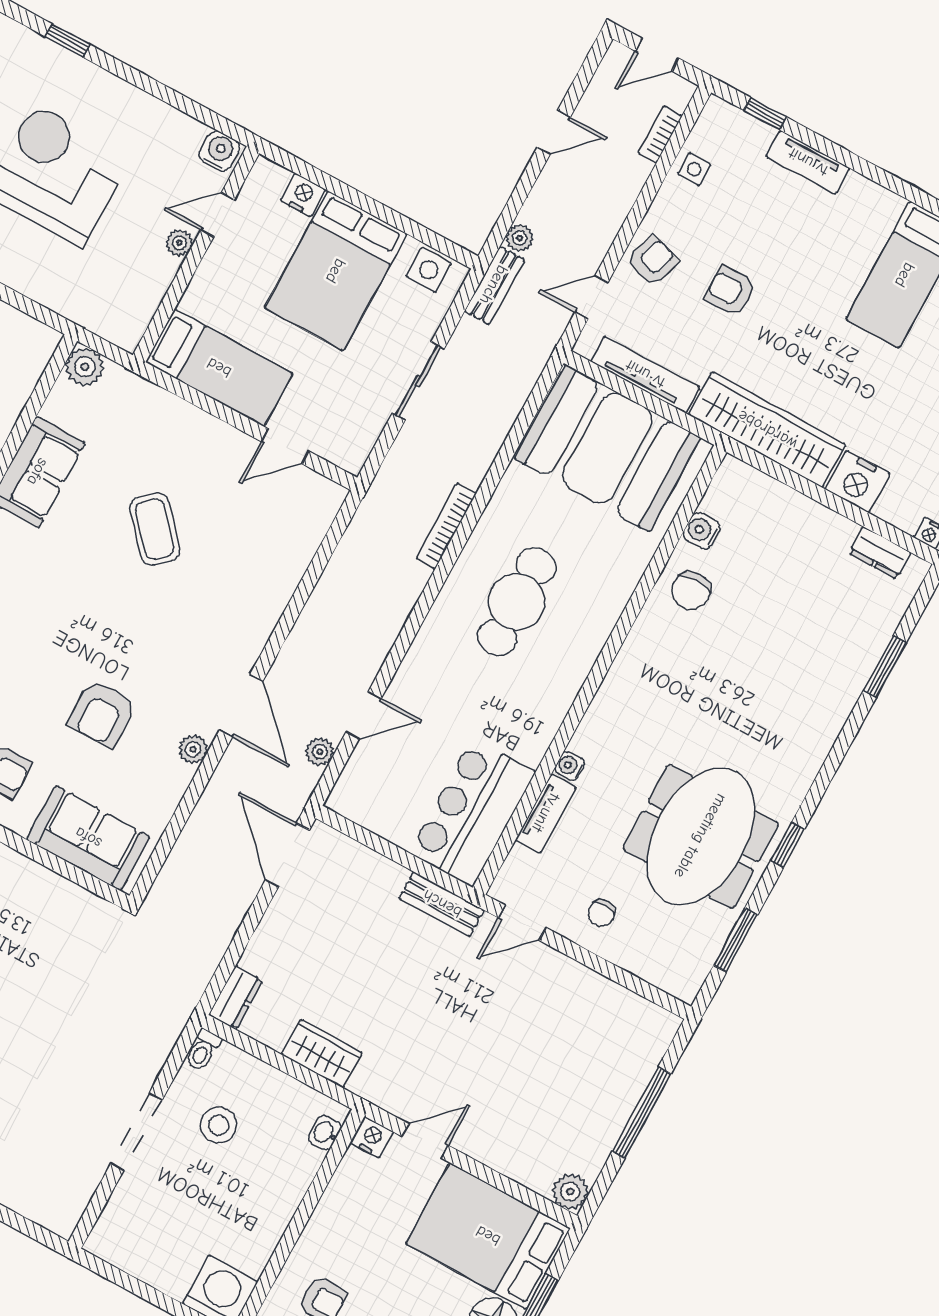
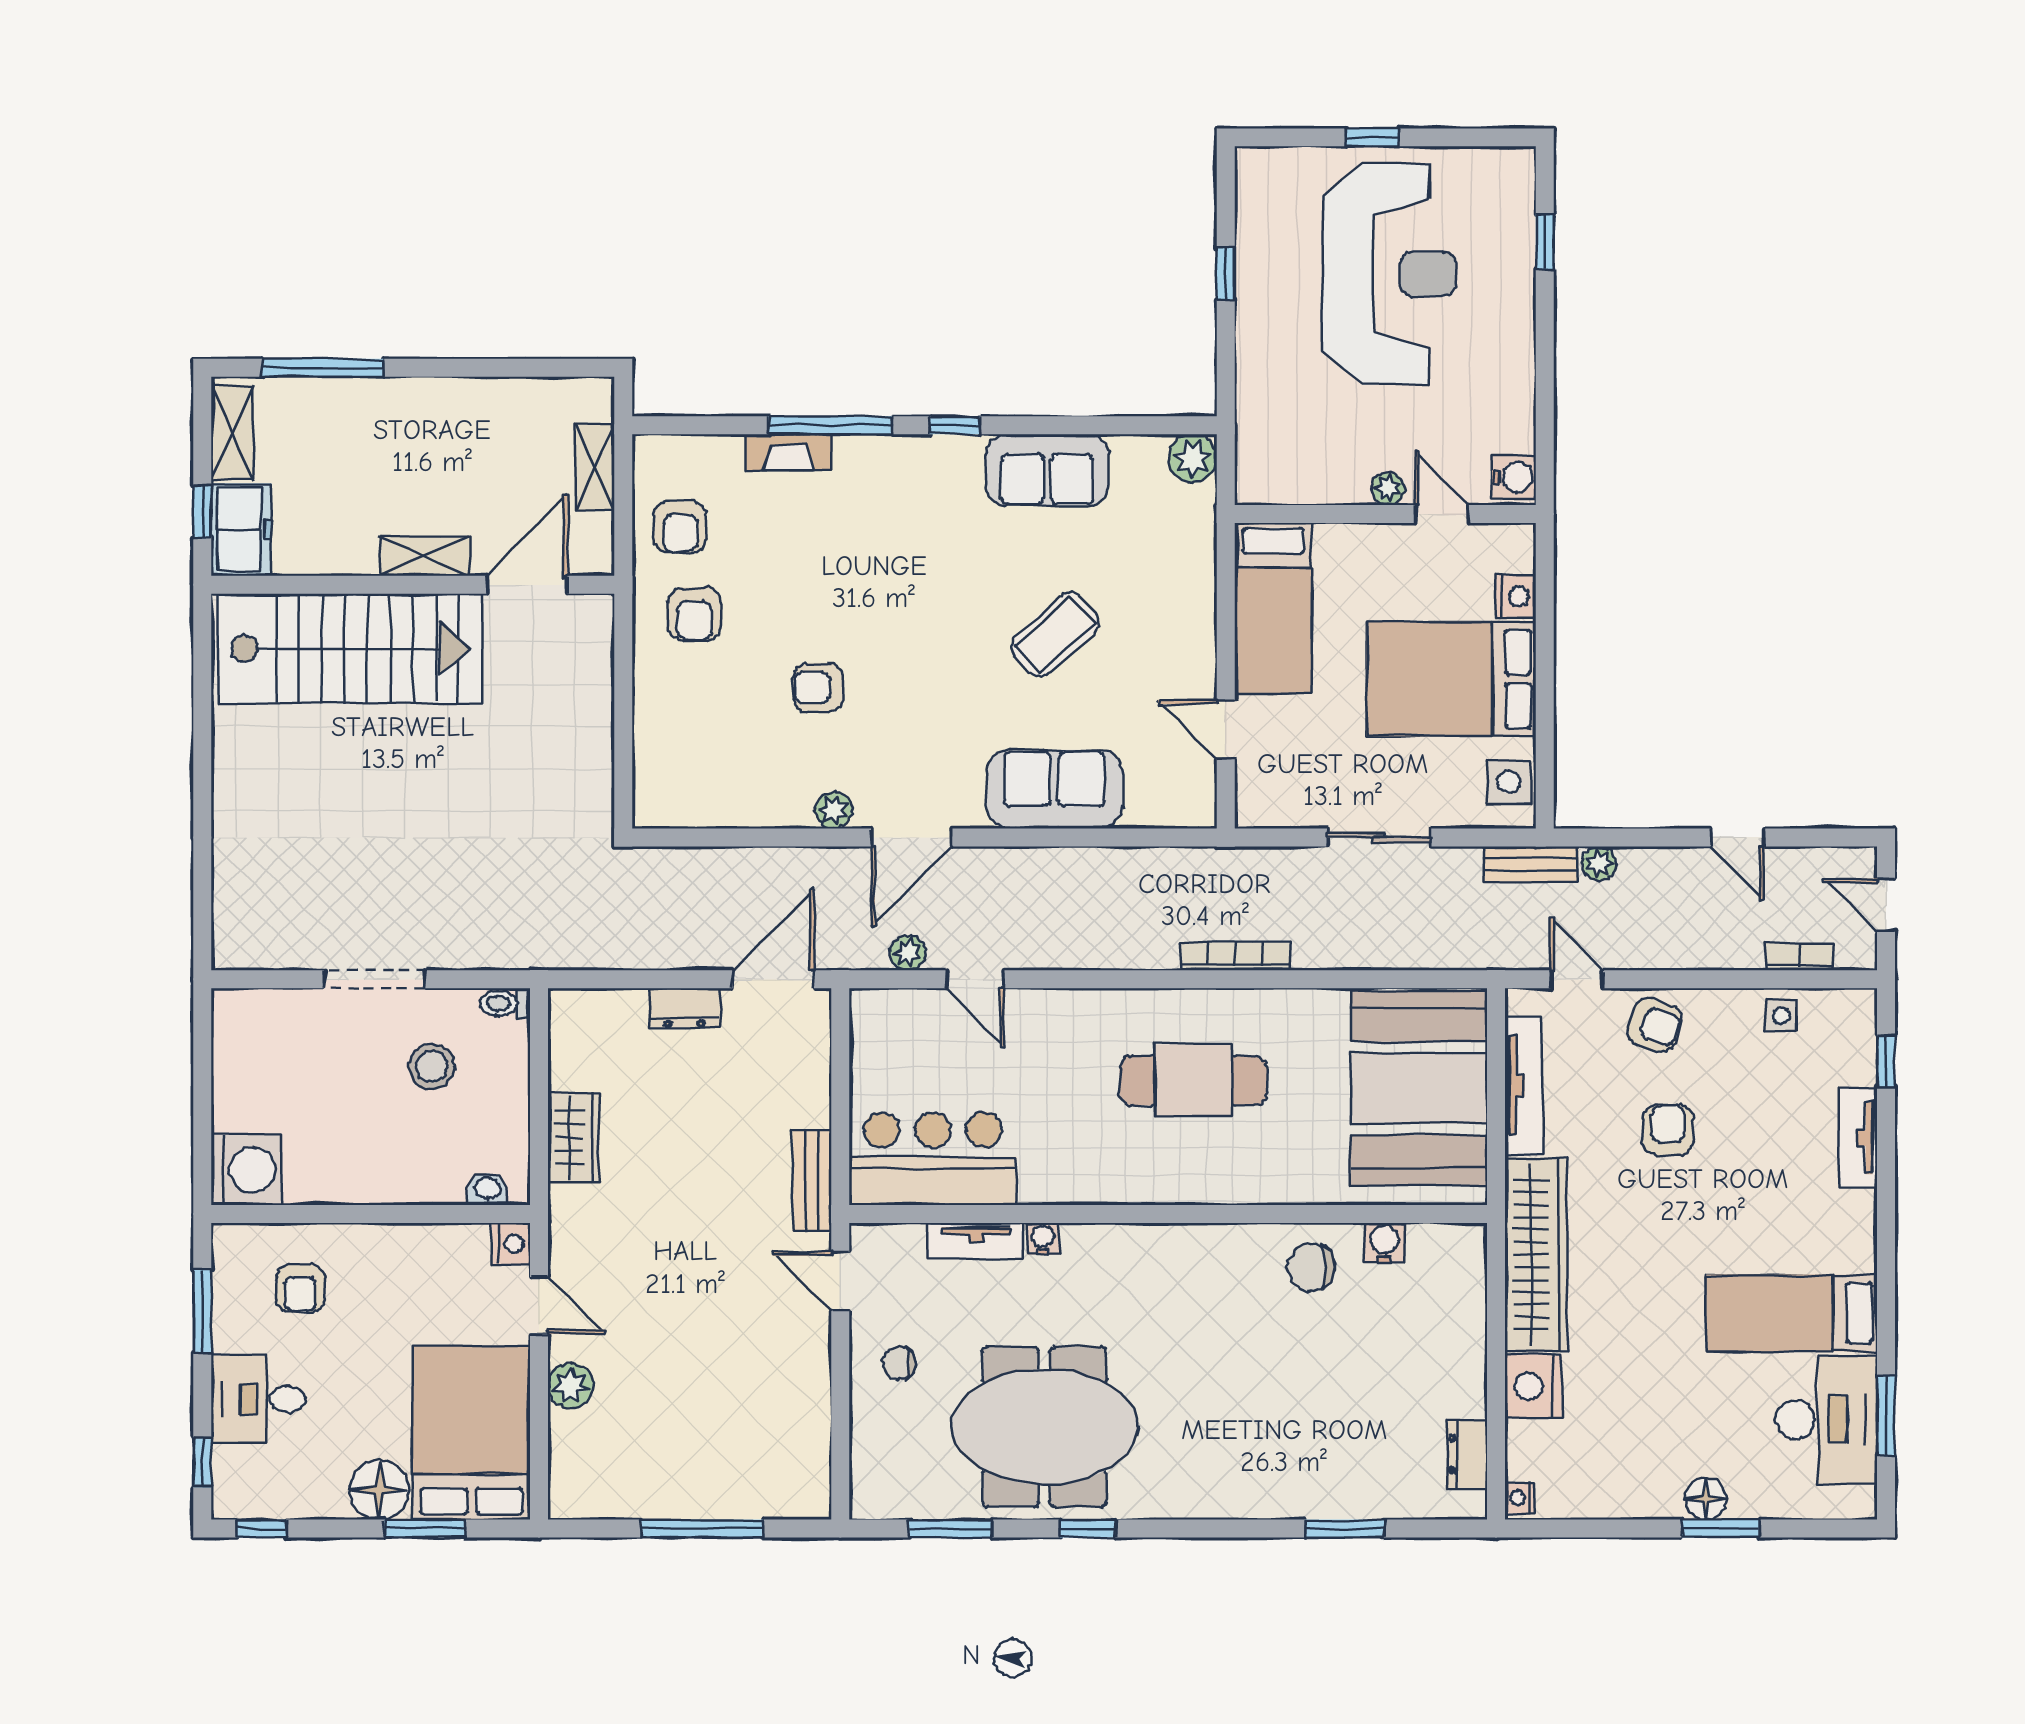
armchair: (102, 714) -> (818, 688), width x0.72, depth x0.72
sofa: (88, 838) -> (1054, 789), moved, turned -90
dresser: (236, 998) -> (684, 1008), moved
plant: (570, 1192) -> (571, 1386), moved

